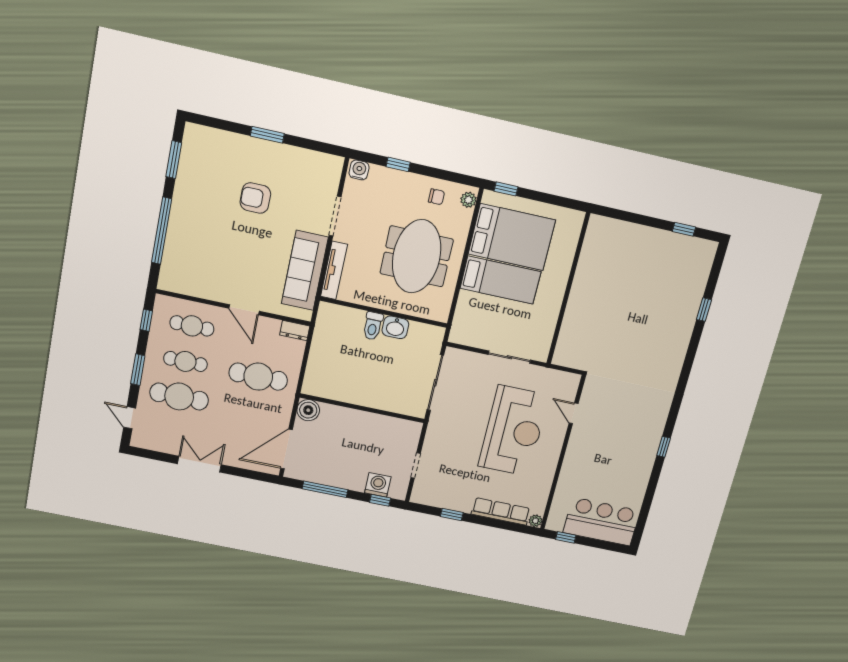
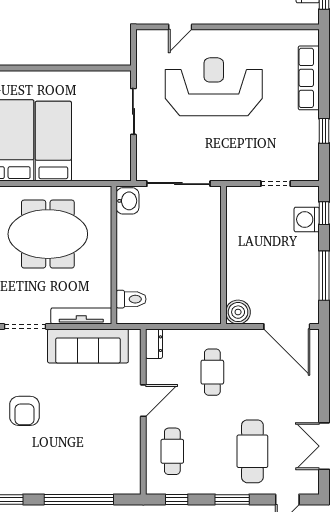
toilet: (373, 326) -> (131, 299), moved
washbasin: (395, 327) -> (128, 201), moved
cafe table: (185, 361) -> (212, 451), removed
cafe table: (258, 377) -> (212, 372), width x0.73, depth x0.74
double door: (199, 464) -> (324, 446), moved
plant: (535, 521) -> (312, 37), removed

